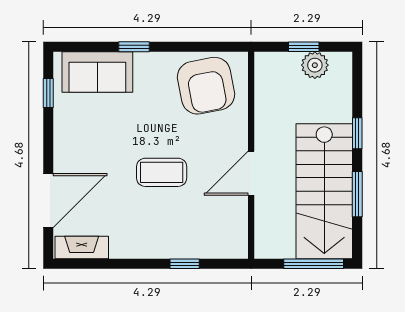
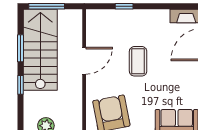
coffee table: (162, 172) -> (138, 61), turned 90

